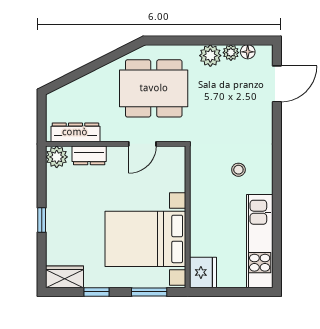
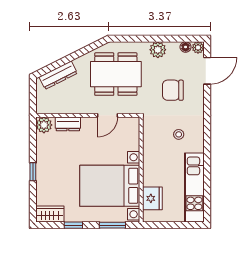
plant: (231, 53) -> (198, 48), moved
chair: (231, 110) -> (173, 90), added
dresser: (75, 132) -> (58, 75), moved, turned 153
fridge: (203, 272) -> (152, 198), moved

